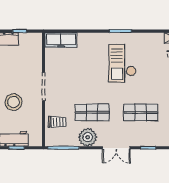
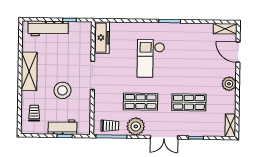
freezer: (61, 40) -> (102, 38), moved, turned -90
checkout: (122, 63) -> (151, 58), moved
trolley: (57, 122) -> (110, 126), moved

